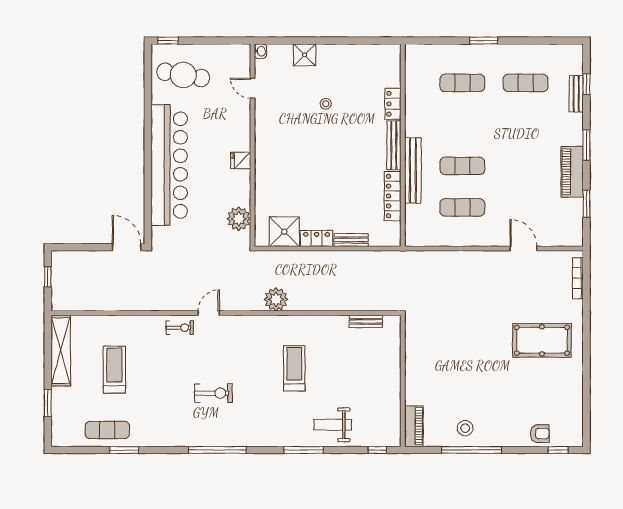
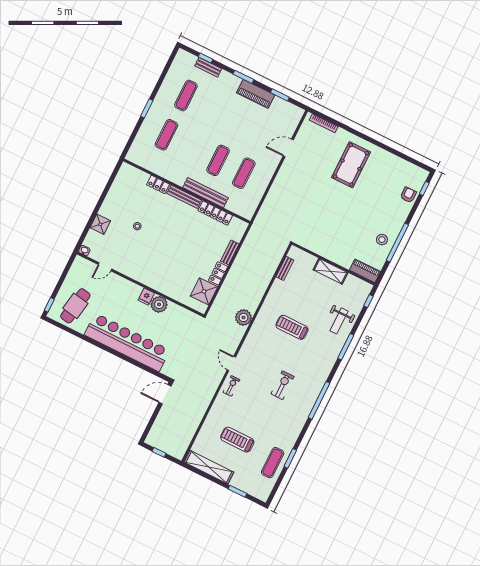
plant: (239, 219) -> (159, 304), moved
shelving: (391, 382) -> (331, 271), added

